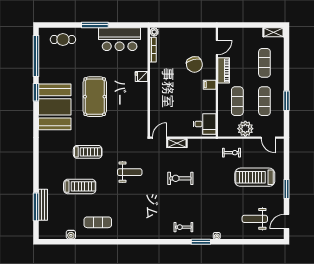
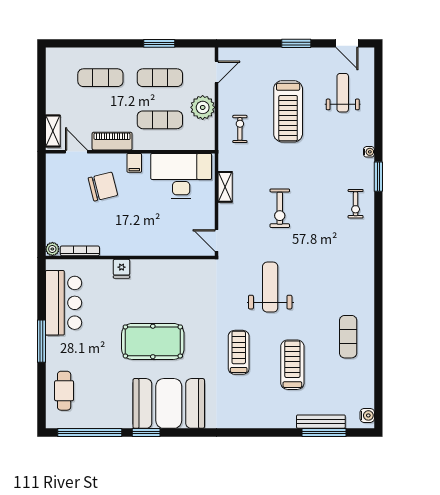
shelving: (273, 32) -> (53, 131), moved
desk: (205, 124) -> (181, 176), width x1.87, depth x1.30
shelving: (177, 143) -> (225, 187), moved
weight bench: (130, 172) -> (270, 287), width x1.36, depth x1.33
treadmill: (255, 177) -> (288, 111), moved
weight bench: (255, 219) -> (343, 93), turned 180
water cooler: (71, 235) -> (367, 415), moved

